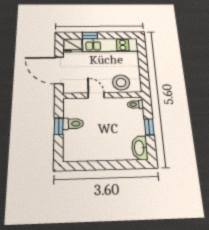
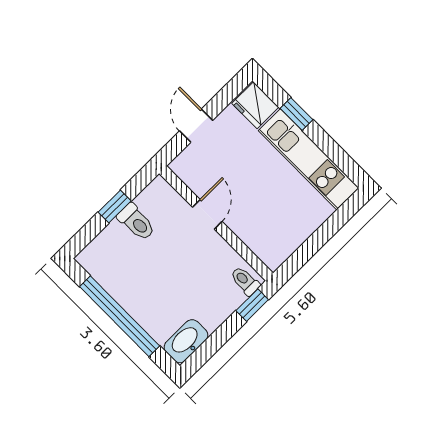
door: (59, 70) -> (196, 126), width x0.53
stool: (121, 82) -> (261, 231), removed
window: (149, 127) -> (252, 305), moved
window: (105, 165) -> (120, 316), added

